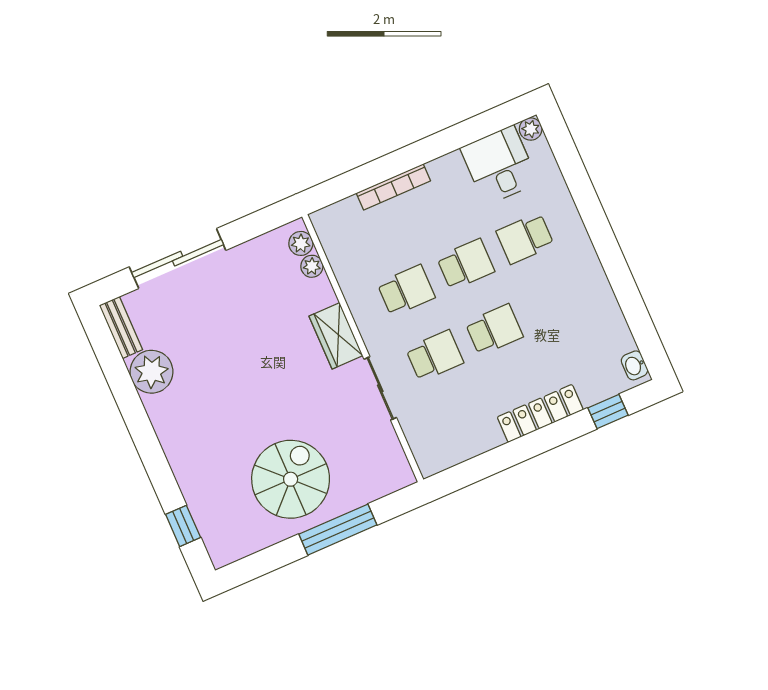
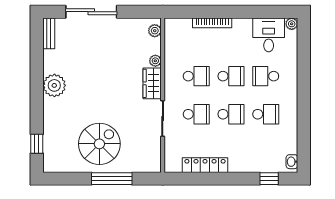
plant: (312, 266) -> (155, 61), moved
school desk: (554, 304) -> (266, 114), added
plant: (151, 372) -> (54, 85), moved
locker: (540, 413) -> (205, 165), moved

